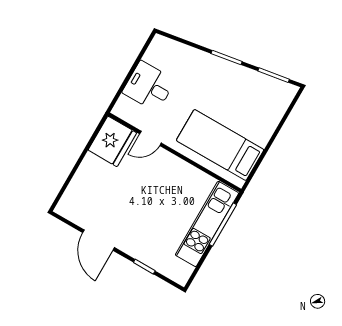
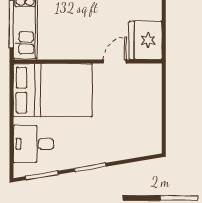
desk: (149, 86) -> (33, 144), moved, turned 180
bed: (220, 145) -> (53, 90), width x1.50

